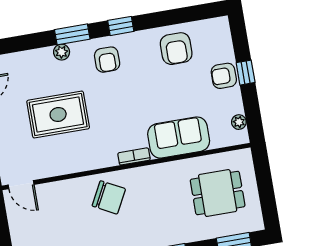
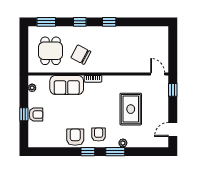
armchair: (176, 49) -> (75, 137), moved
rug: (58, 115) -> (131, 109), turned 90
dining table: (218, 193) -> (51, 51), turned 90
chair: (109, 197) -> (81, 55), moved

